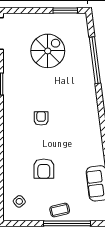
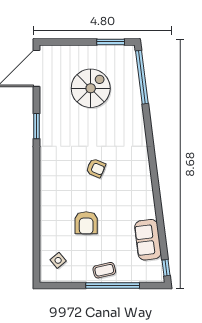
window: (95, 60) -> (142, 77), moved
armchair: (41, 118) -> (96, 168), moved, turned 113

